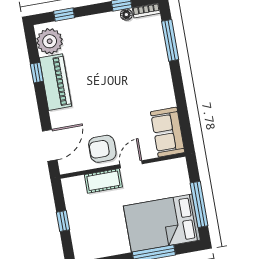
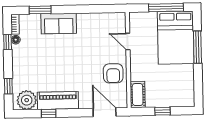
window: (170, 40) -> (40, 10), width x0.69
sofa: (168, 132) -> (59, 24), moved
door: (131, 164) -> (128, 41), moved
cot: (103, 181) -> (138, 95), moved

